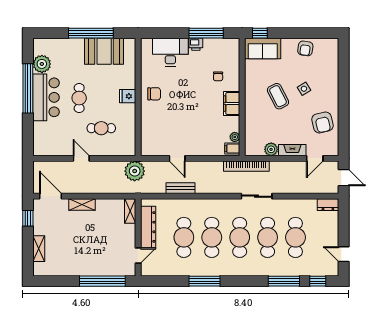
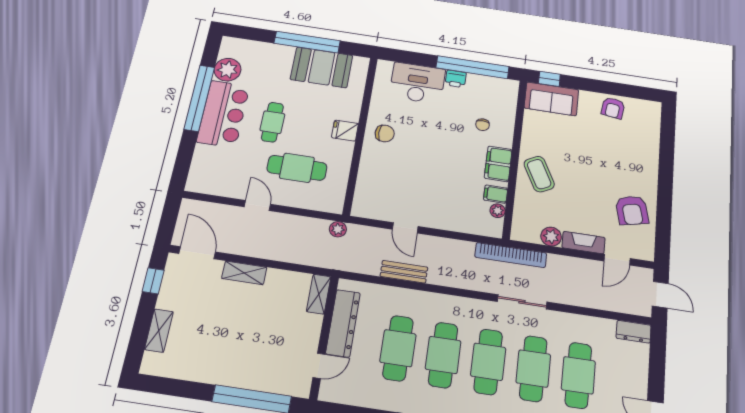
window: (206, 33) -> (473, 67), width x1.46
side table: (304, 89) -> (607, 160), removed
coffee table: (278, 96) -> (539, 174), moved
cafe table: (101, 128) -> (297, 168), width x1.37, depth x1.35
filing cabinet: (232, 149) -> (496, 194), moved
plant: (135, 171) -> (338, 229), width x0.53, depth x0.53

